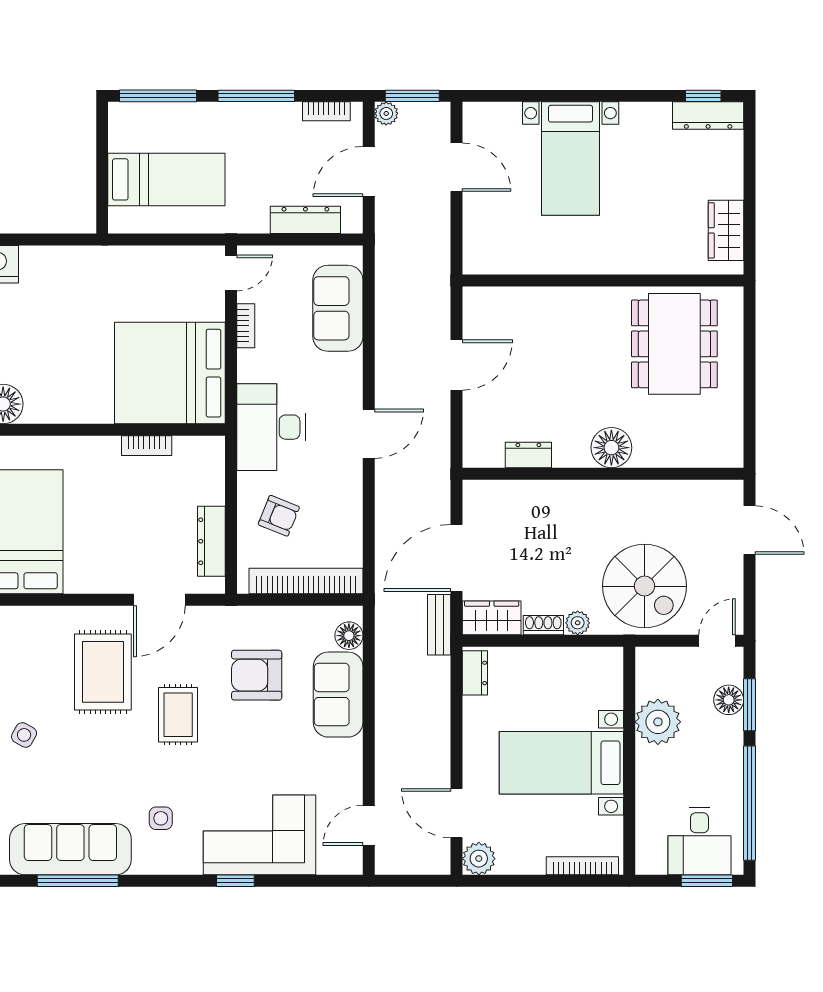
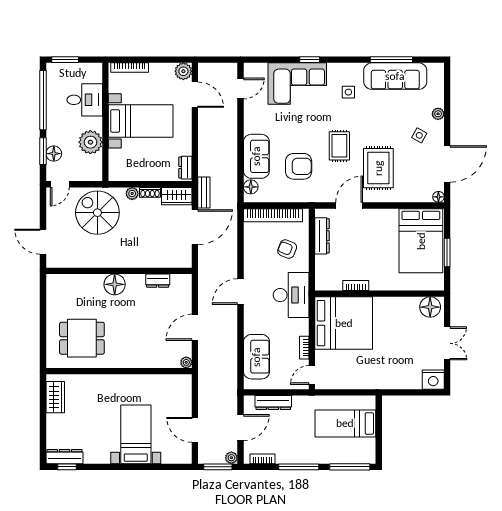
plant: (473, 297) -> (186, 362), added
dining table: (674, 344) -> (82, 338), width x0.73
desk: (699, 841) -> (85, 100), moved, turned 90

